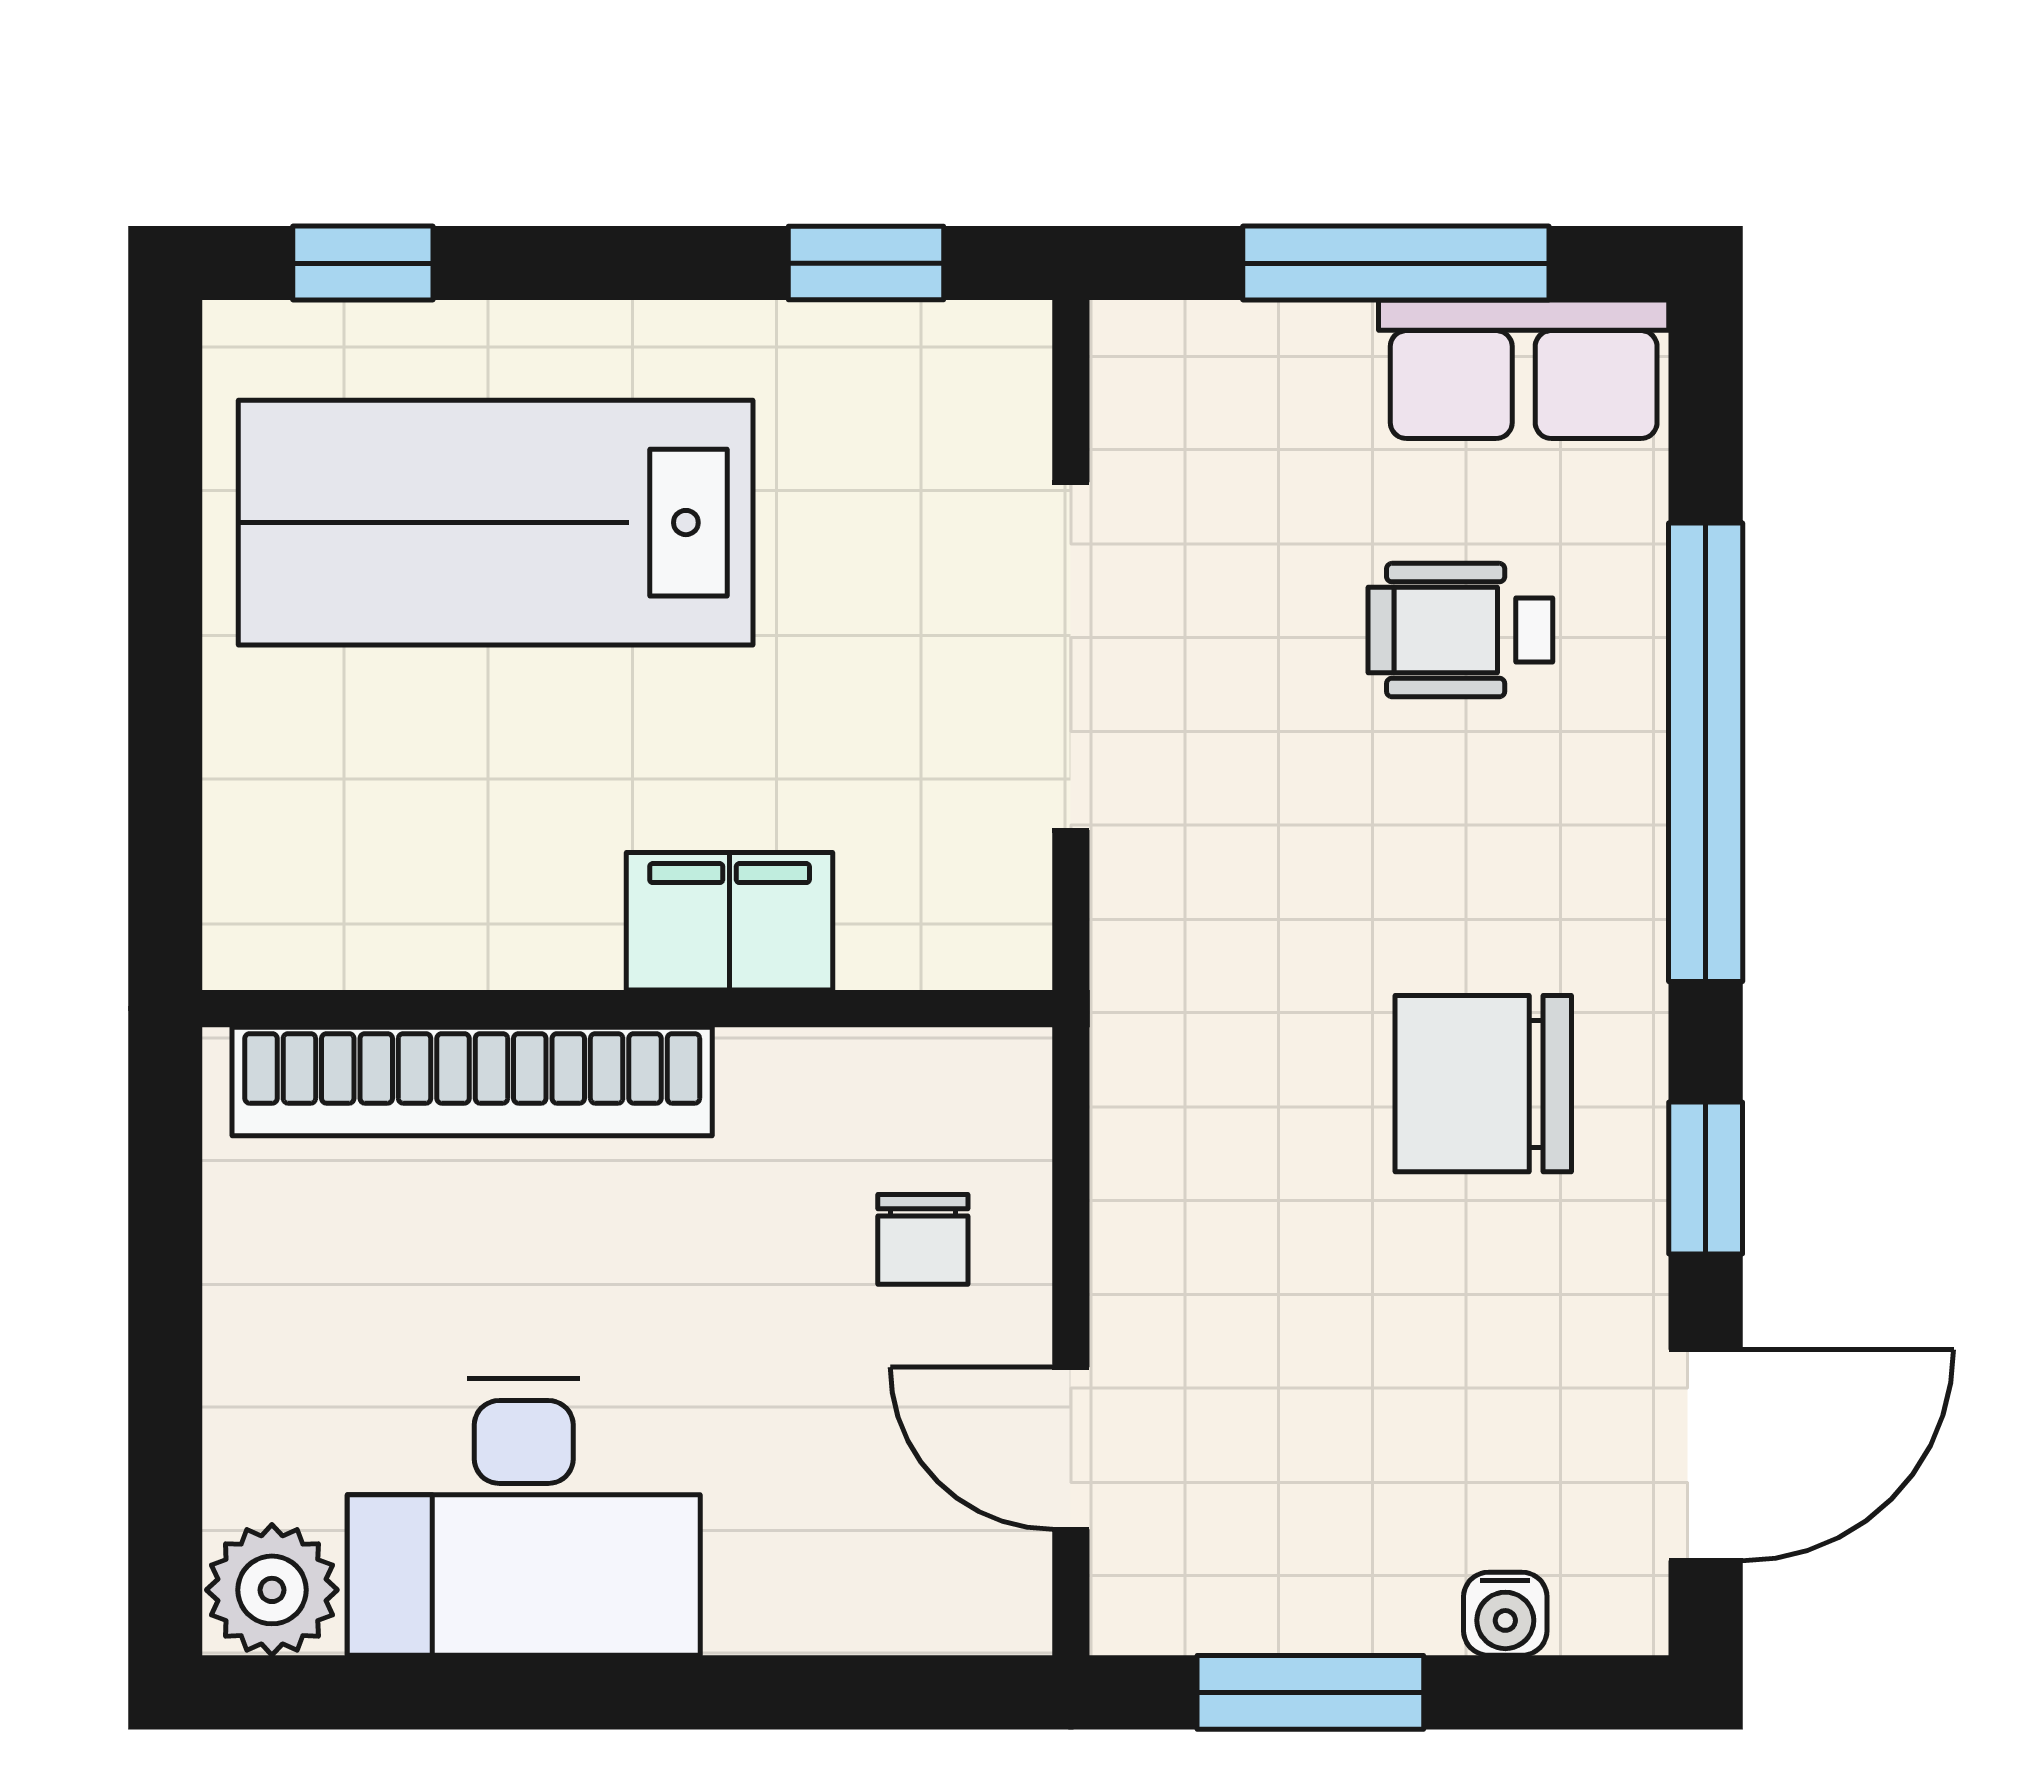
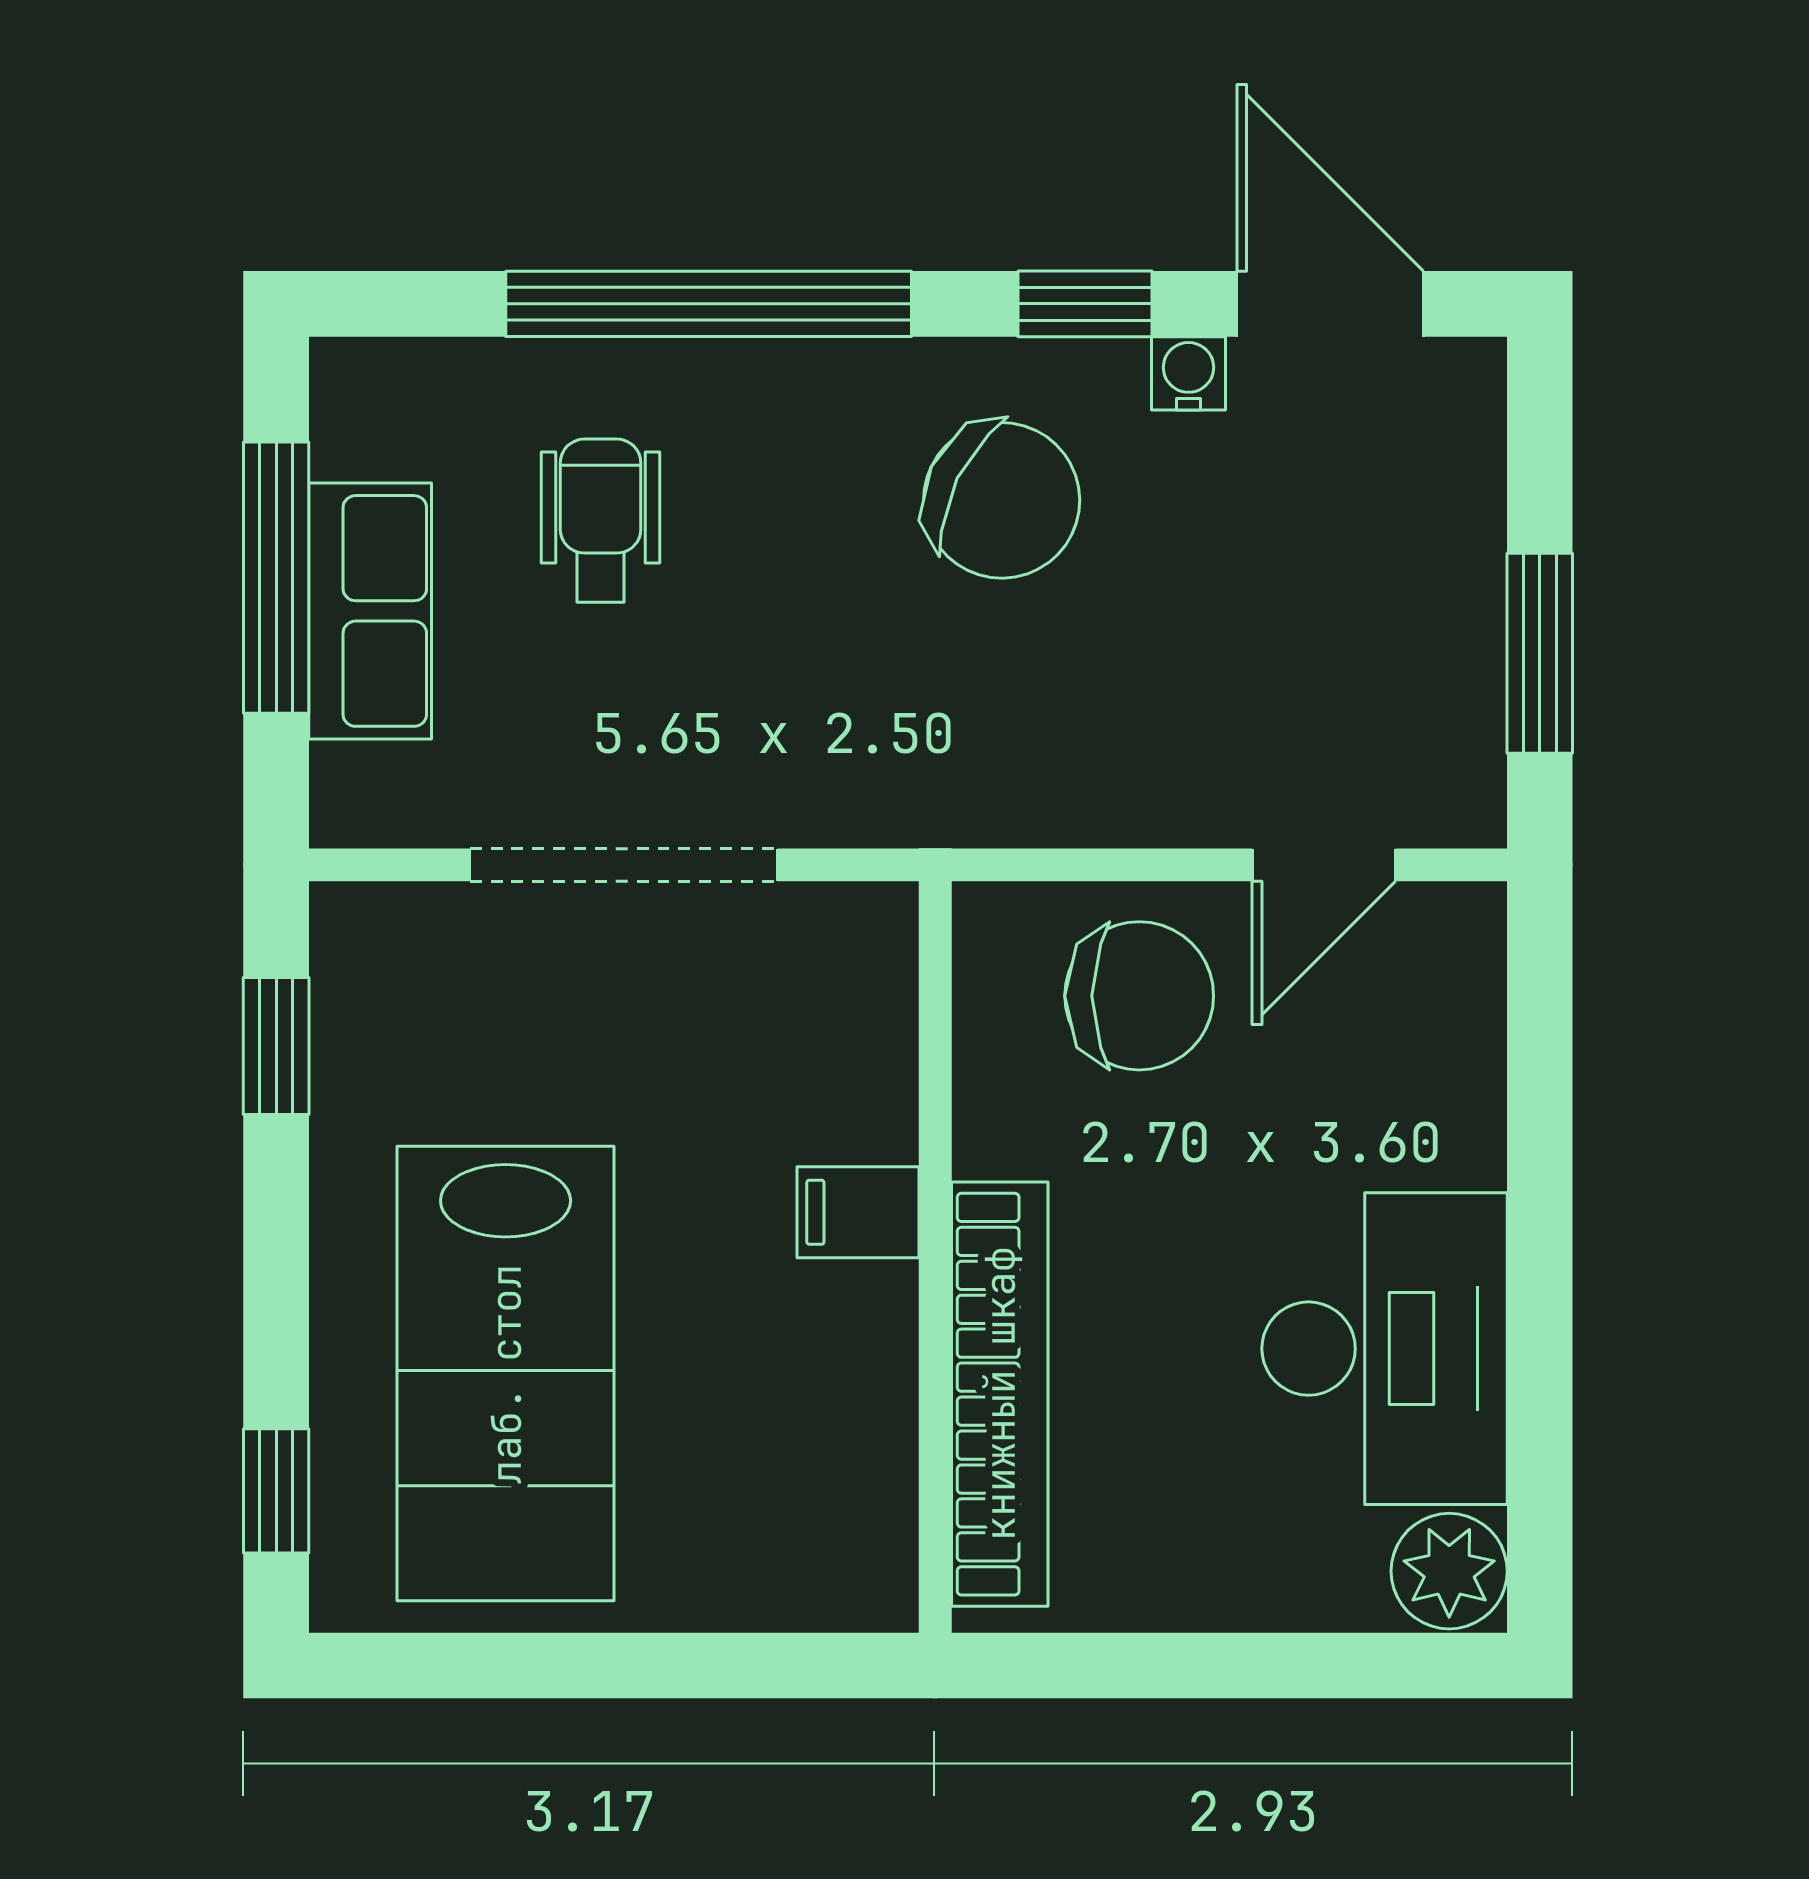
row of seats: (1524, 369) -> (370, 611), moved
wheelchair: (1460, 630) -> (601, 521), turned 180
filing cabinet: (730, 921) -> (858, 1212), width x0.50
chair: (1483, 1084) -> (1002, 500), turned -64
chair: (923, 1239) -> (1139, 996), width x1.87, depth x1.87
water cooler: (1505, 1614) -> (1189, 373), moved, turned -90

